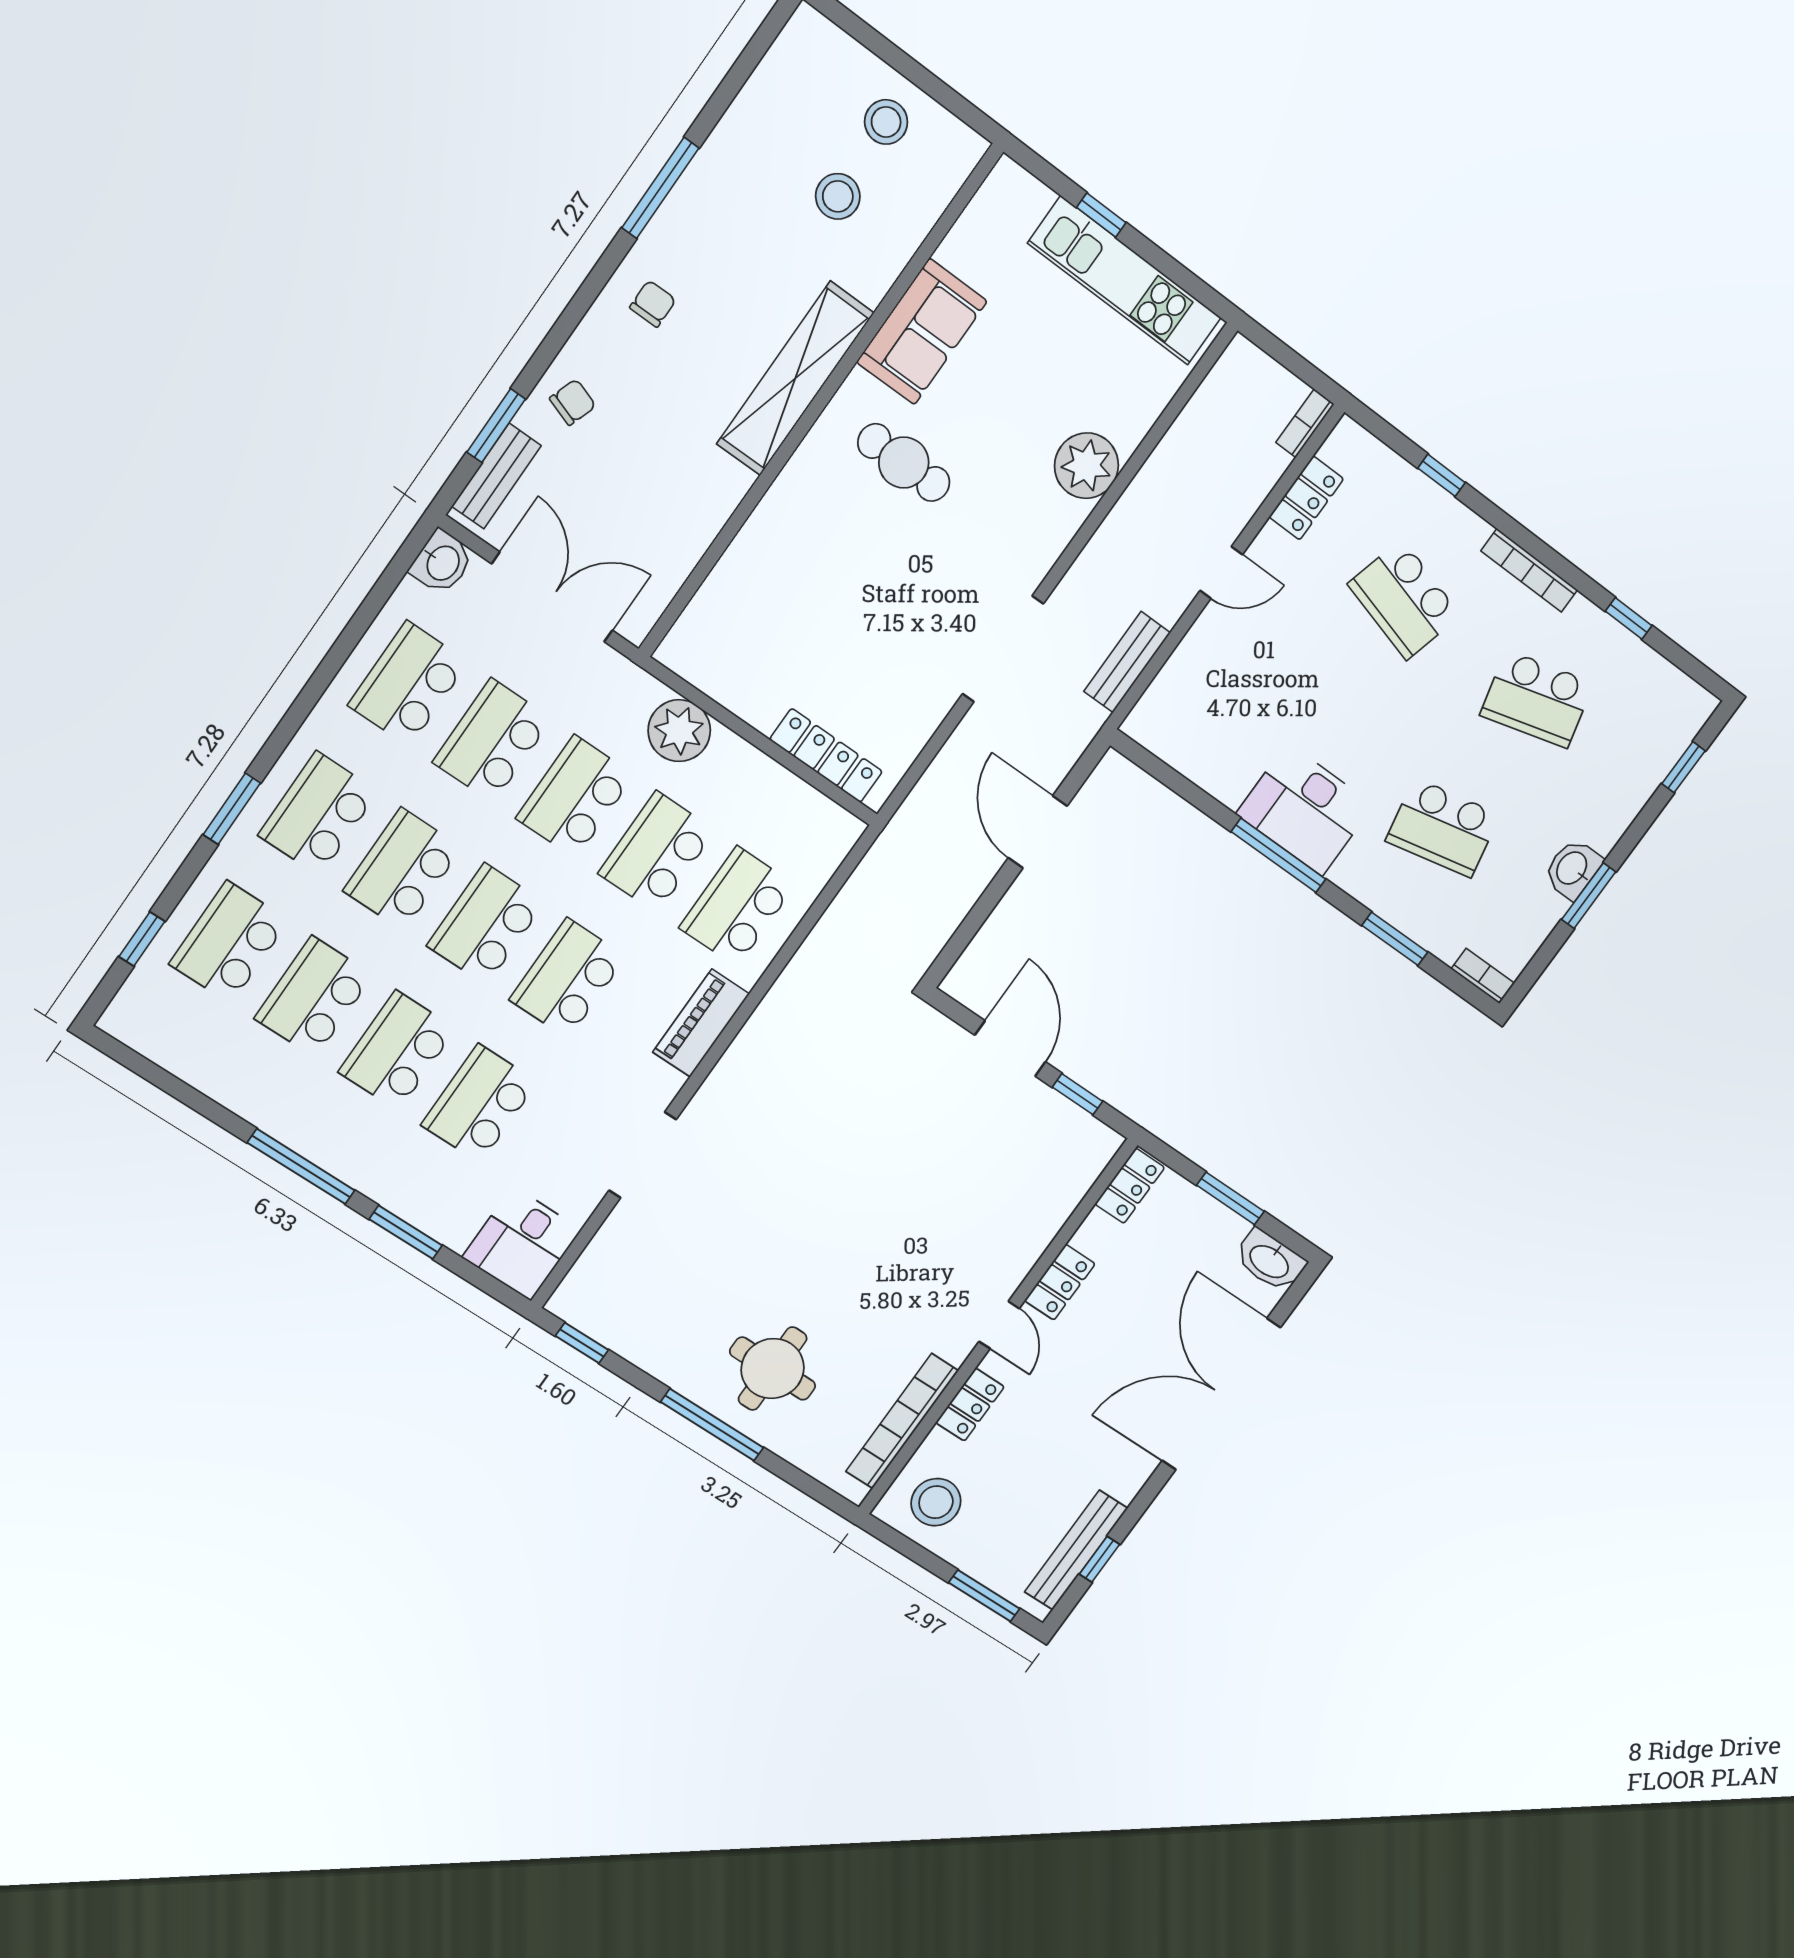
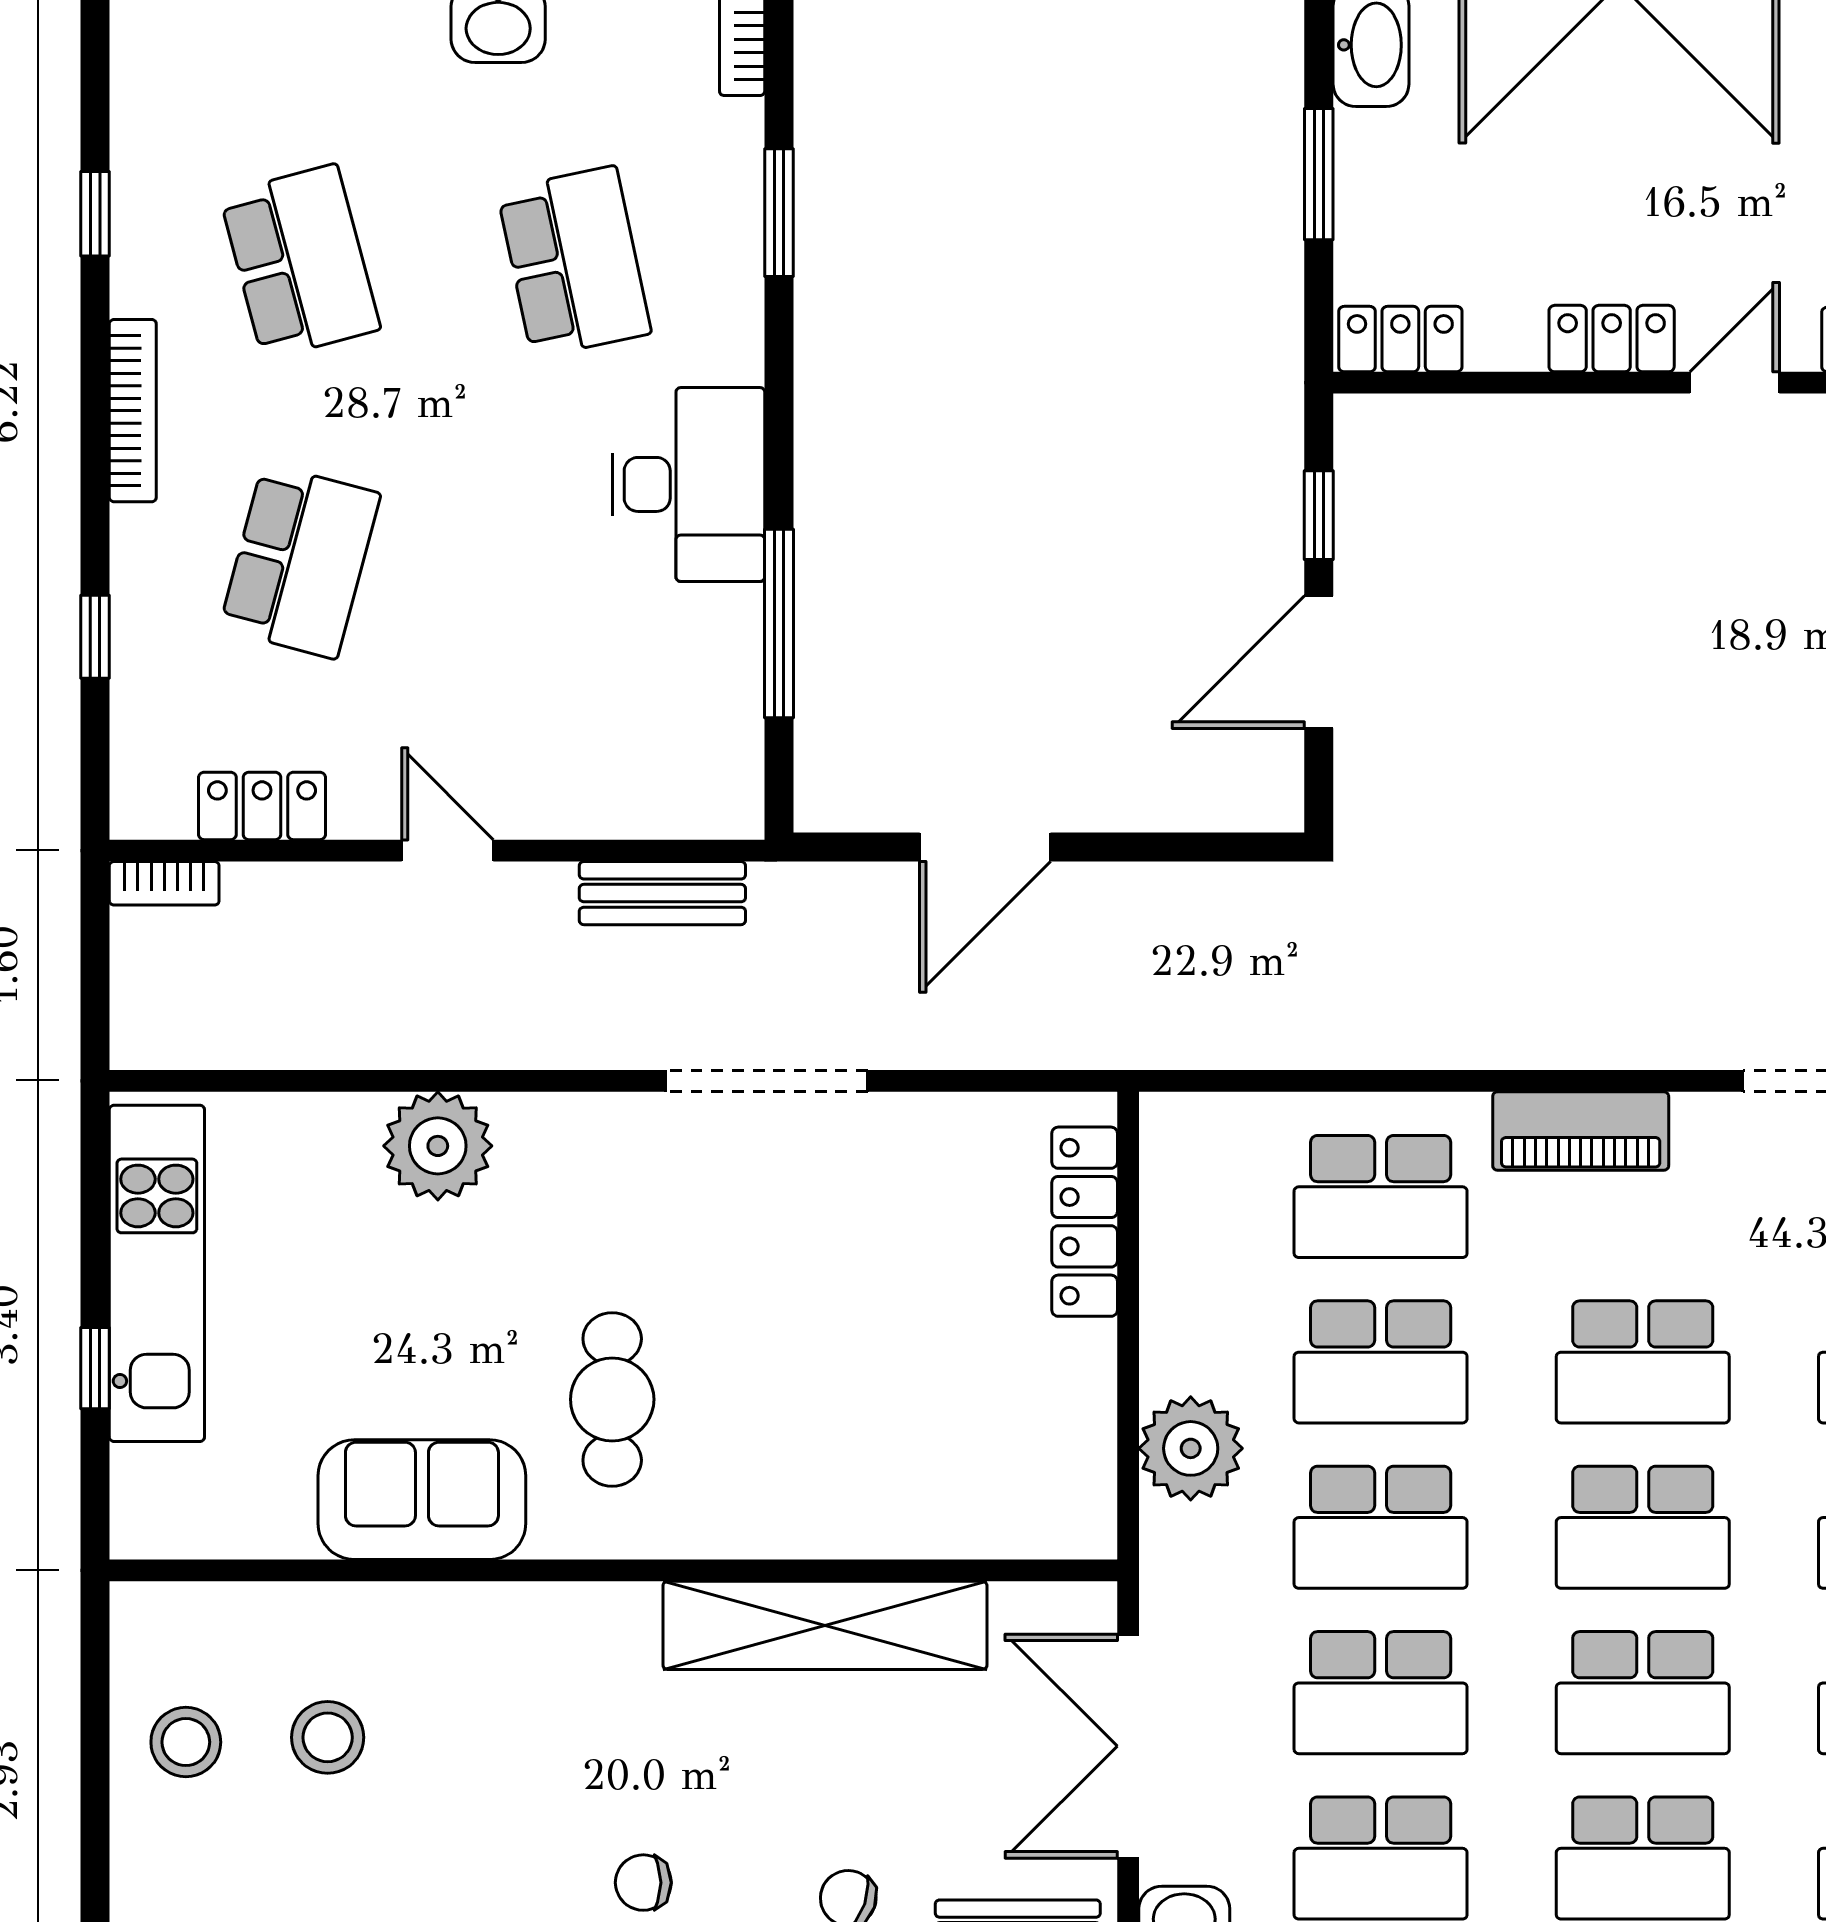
shelving: (795, 378) -> (825, 1625), moved
window: (1279, 855) -> (779, 624), moved

